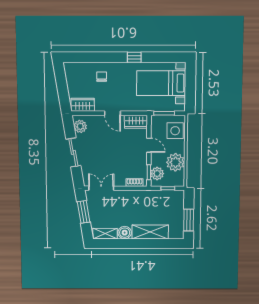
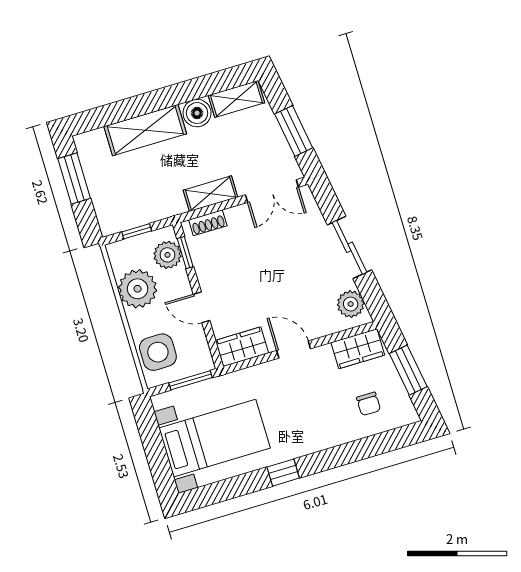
chair: (102, 77) -> (369, 404), moved
window: (62, 88) -> (408, 370), added
shelving: (129, 195) -> (210, 194), added

